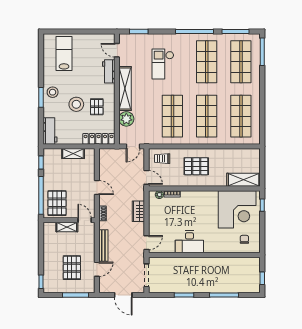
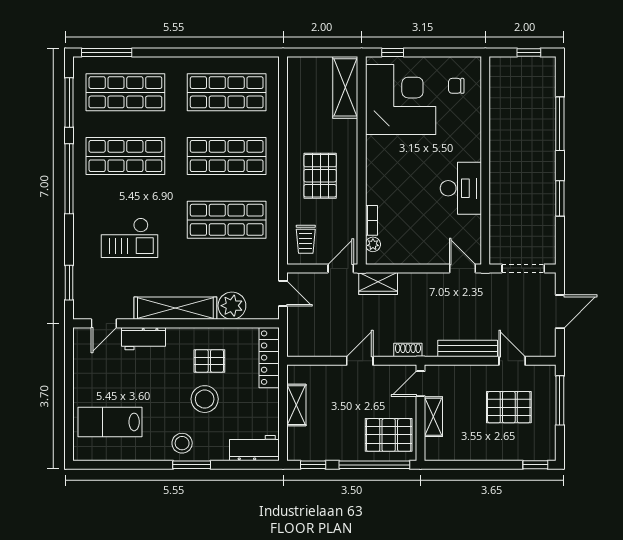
wardrobe: (138, 211) -> (378, 284), moved

